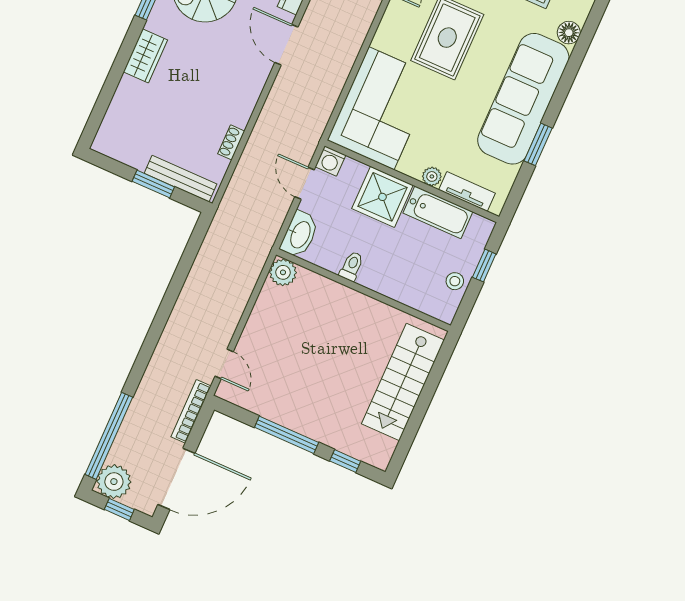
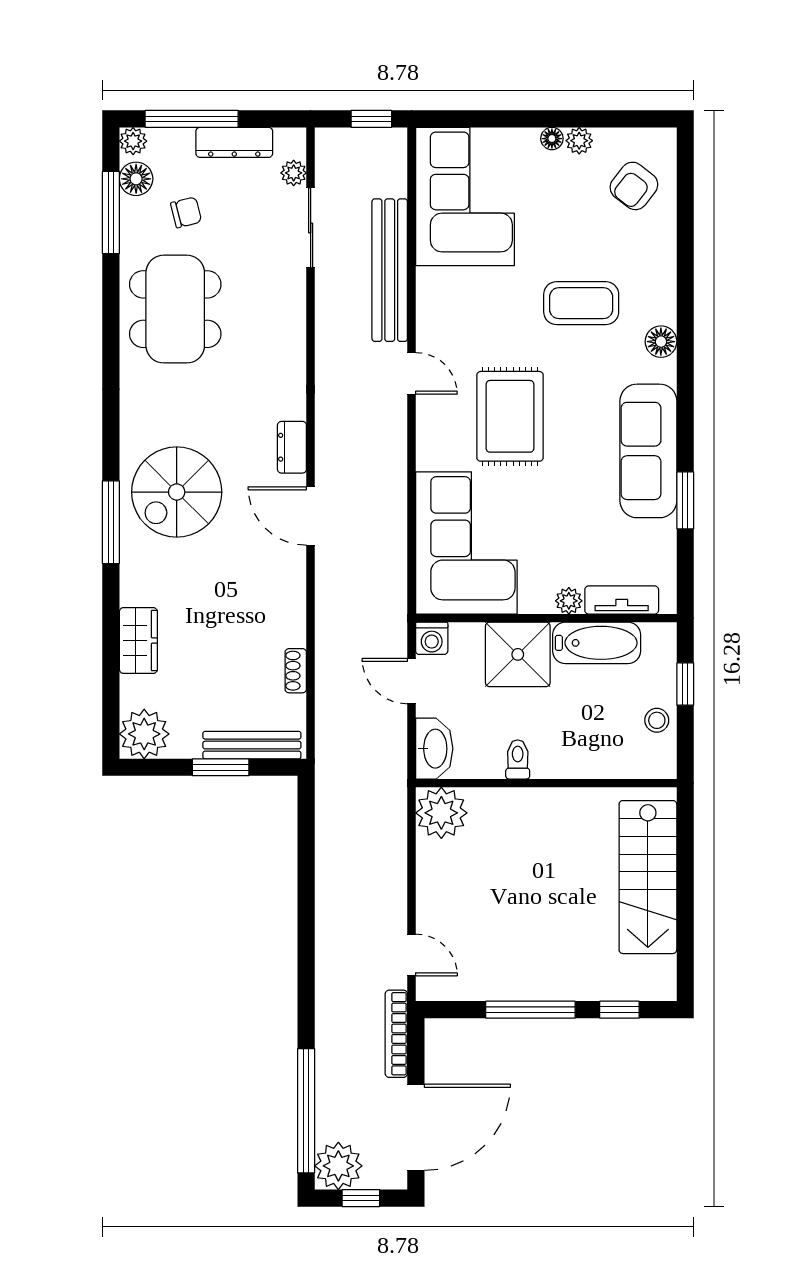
wardrobe: (145, 56) -> (138, 641), moved
sofa: (523, 99) -> (648, 451), width x0.74, depth x0.79
plant: (113, 140) -> (144, 734), added
plant: (283, 272) -> (441, 813), width x1.36, depth x1.36

